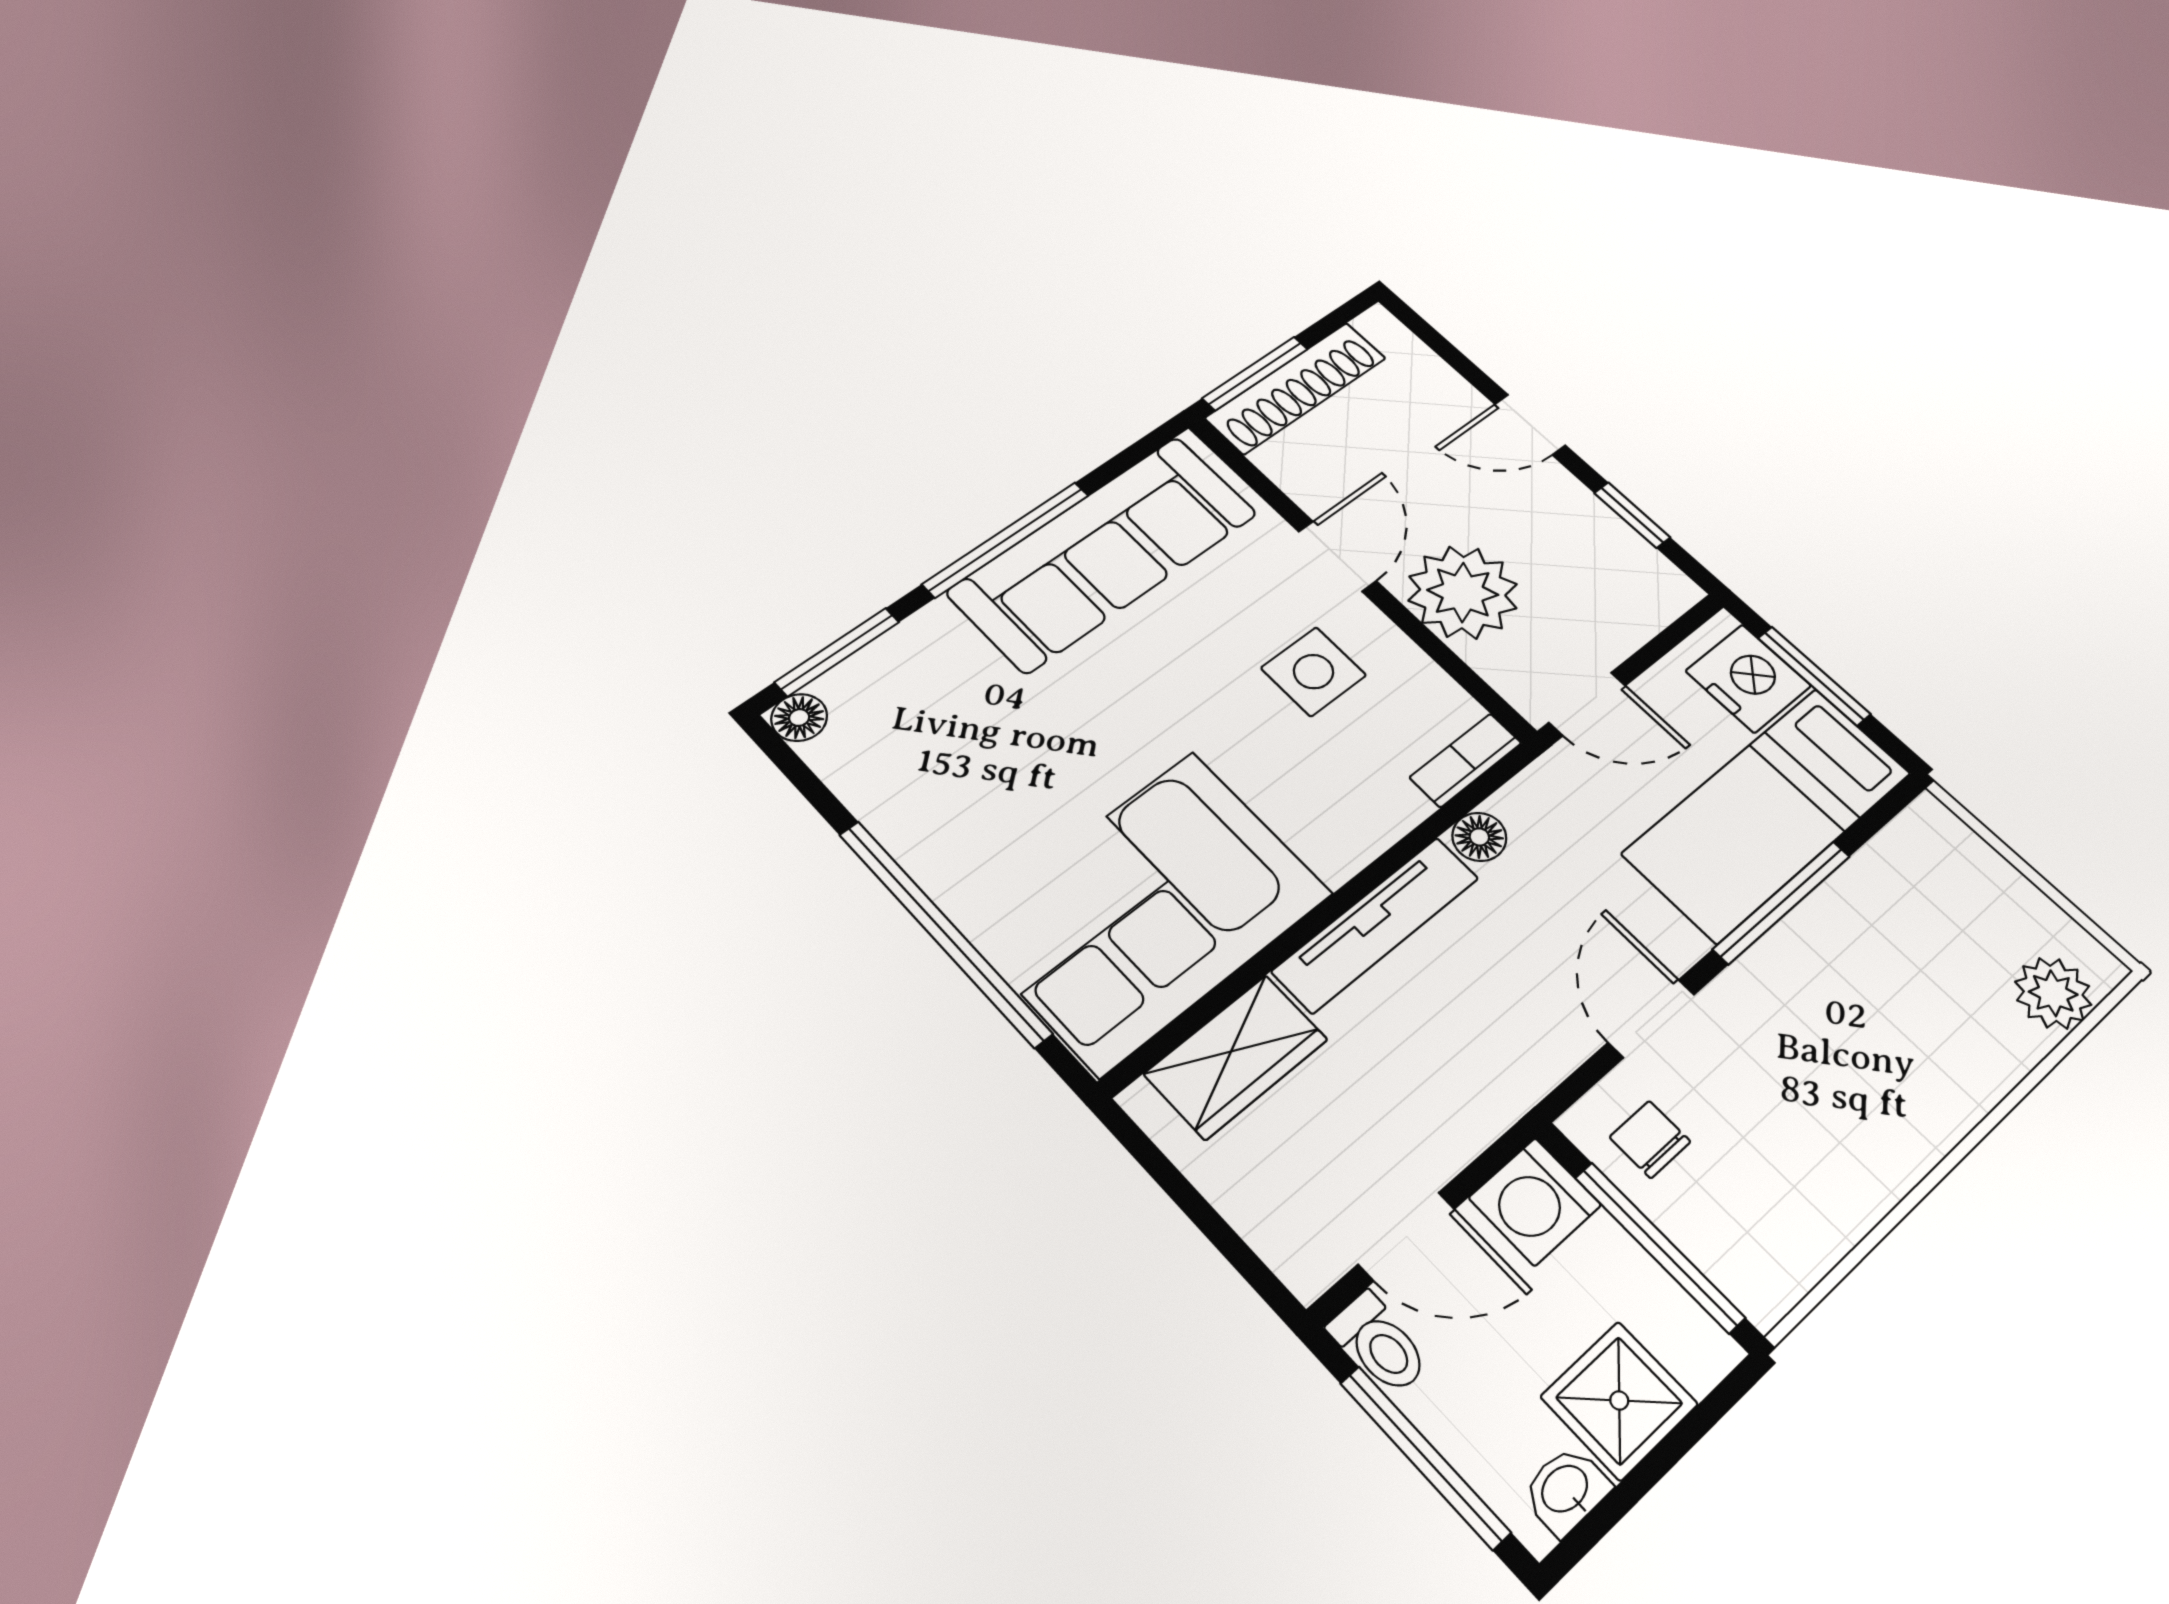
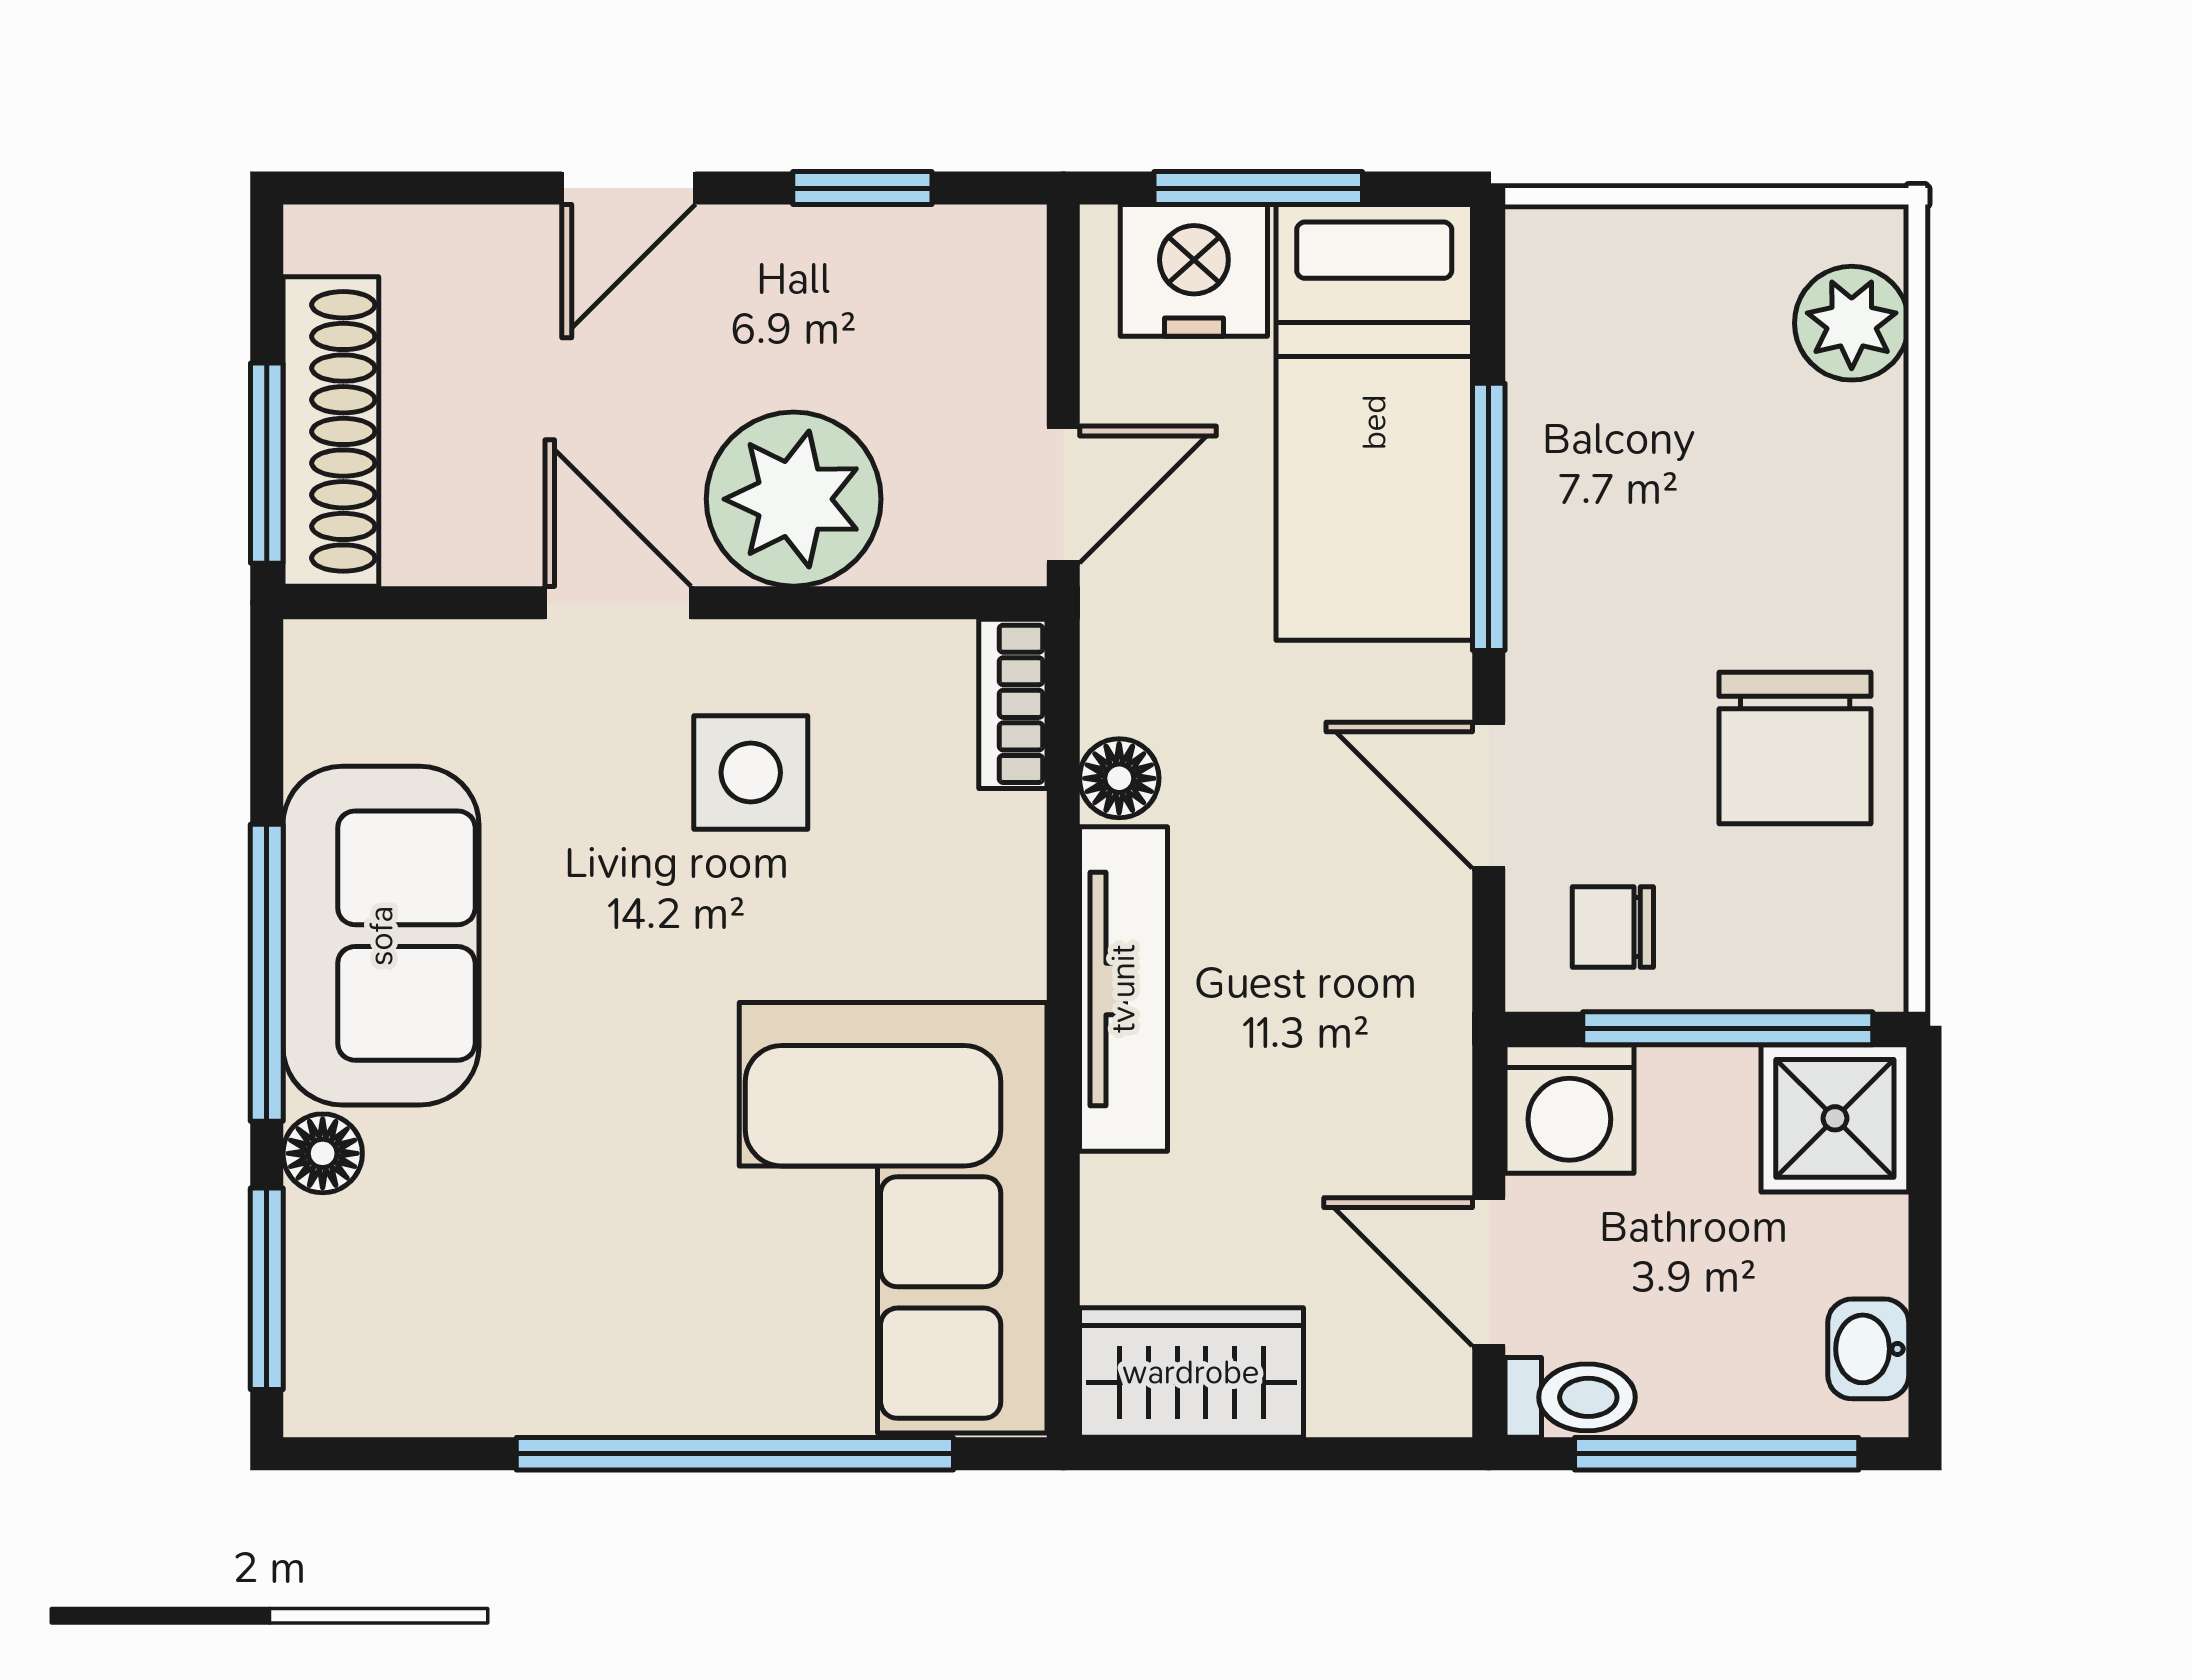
sofa: (1104, 553) -> (381, 936), width x0.73
floor lamp: (799, 718) -> (323, 1153), moved
wardrobe: (1236, 1057) -> (1191, 1372), moved, turned -90
chair: (1832, 1151) -> (1795, 748), added
door: (1407, 1236) -> (1489, 1272), swing flipped
shower: (1619, 1400) -> (1835, 1118), moved

